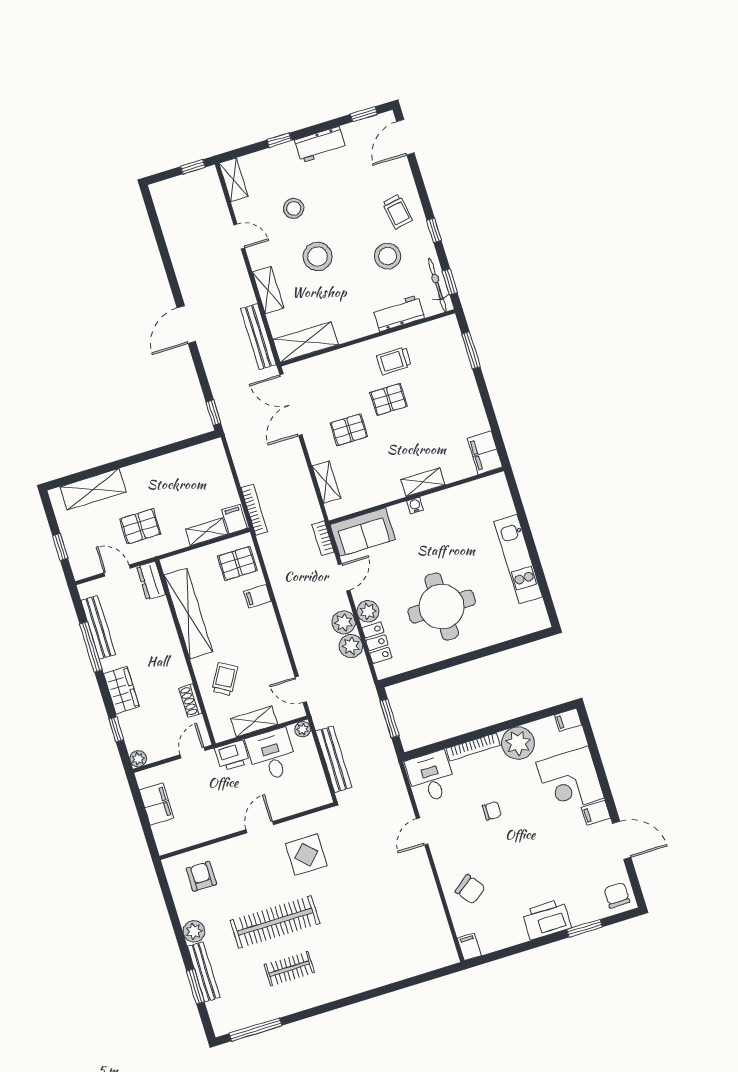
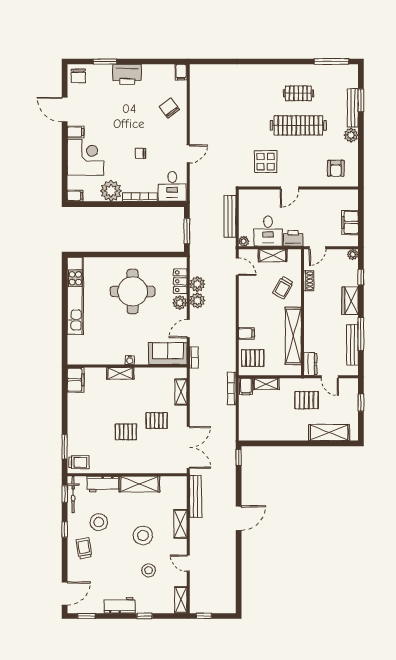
shelving: (306, 342) -> (139, 484), moved
trolley: (394, 361) -> (79, 462), moved
kitchen unit: (518, 559) -> (75, 296), width x1.36

